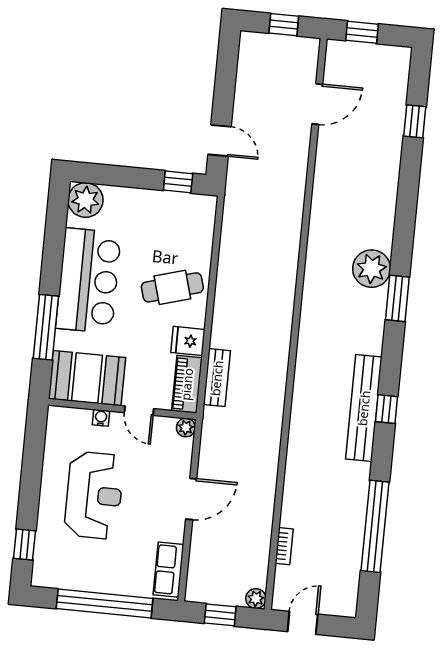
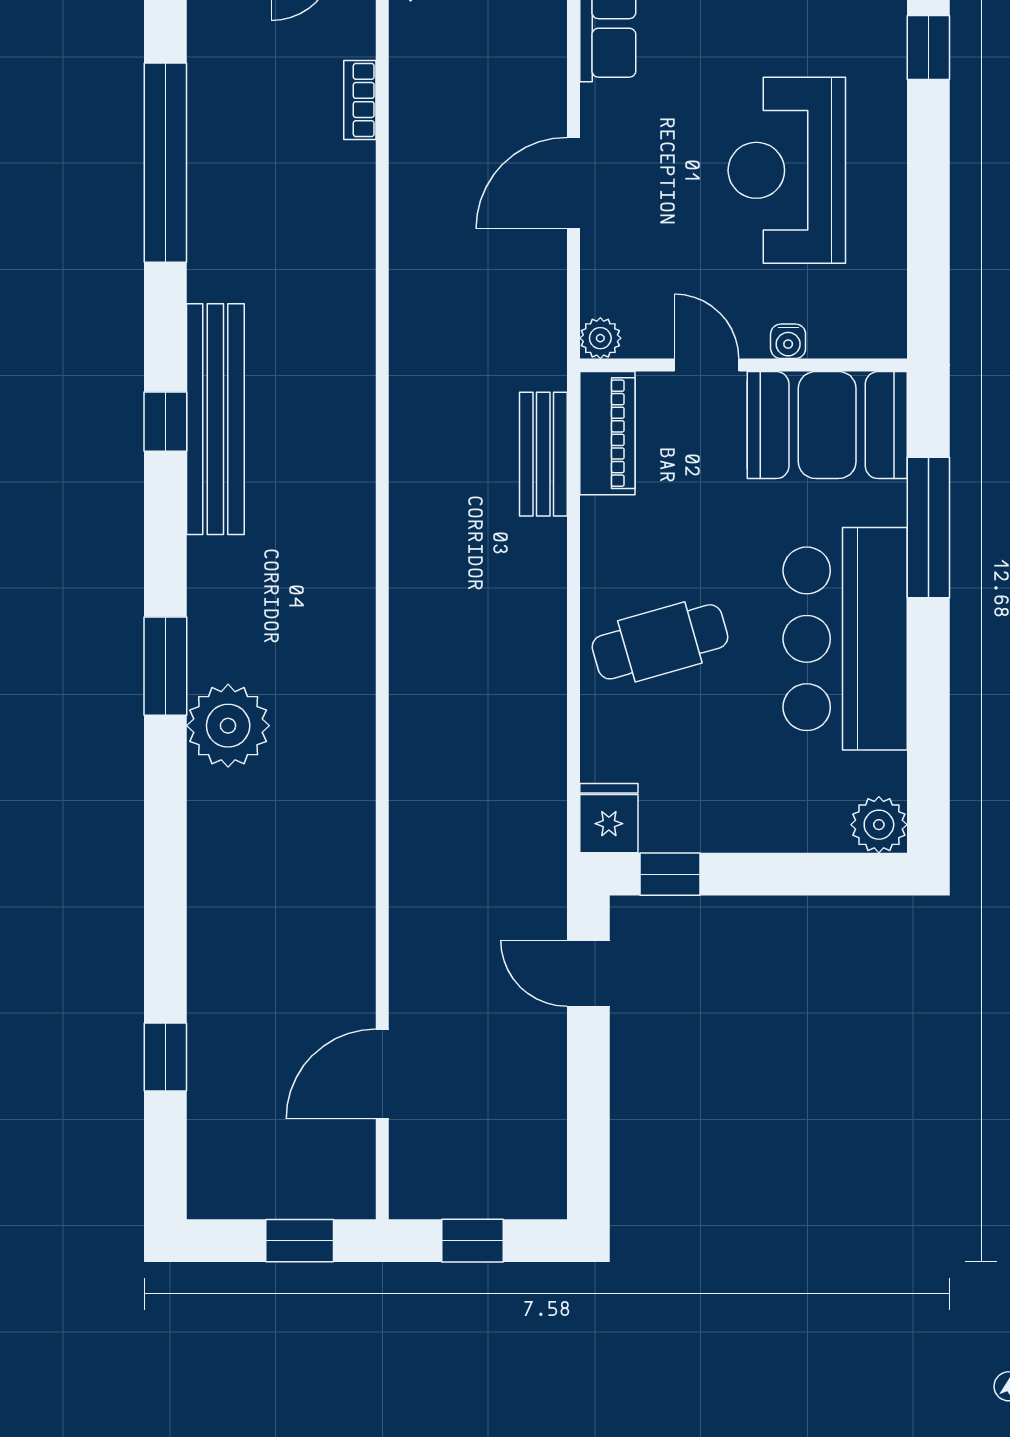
plant: (85, 200) -> (879, 825), width x0.73, depth x0.73
fridge: (188, 341) -> (609, 818), moved, turned -90

